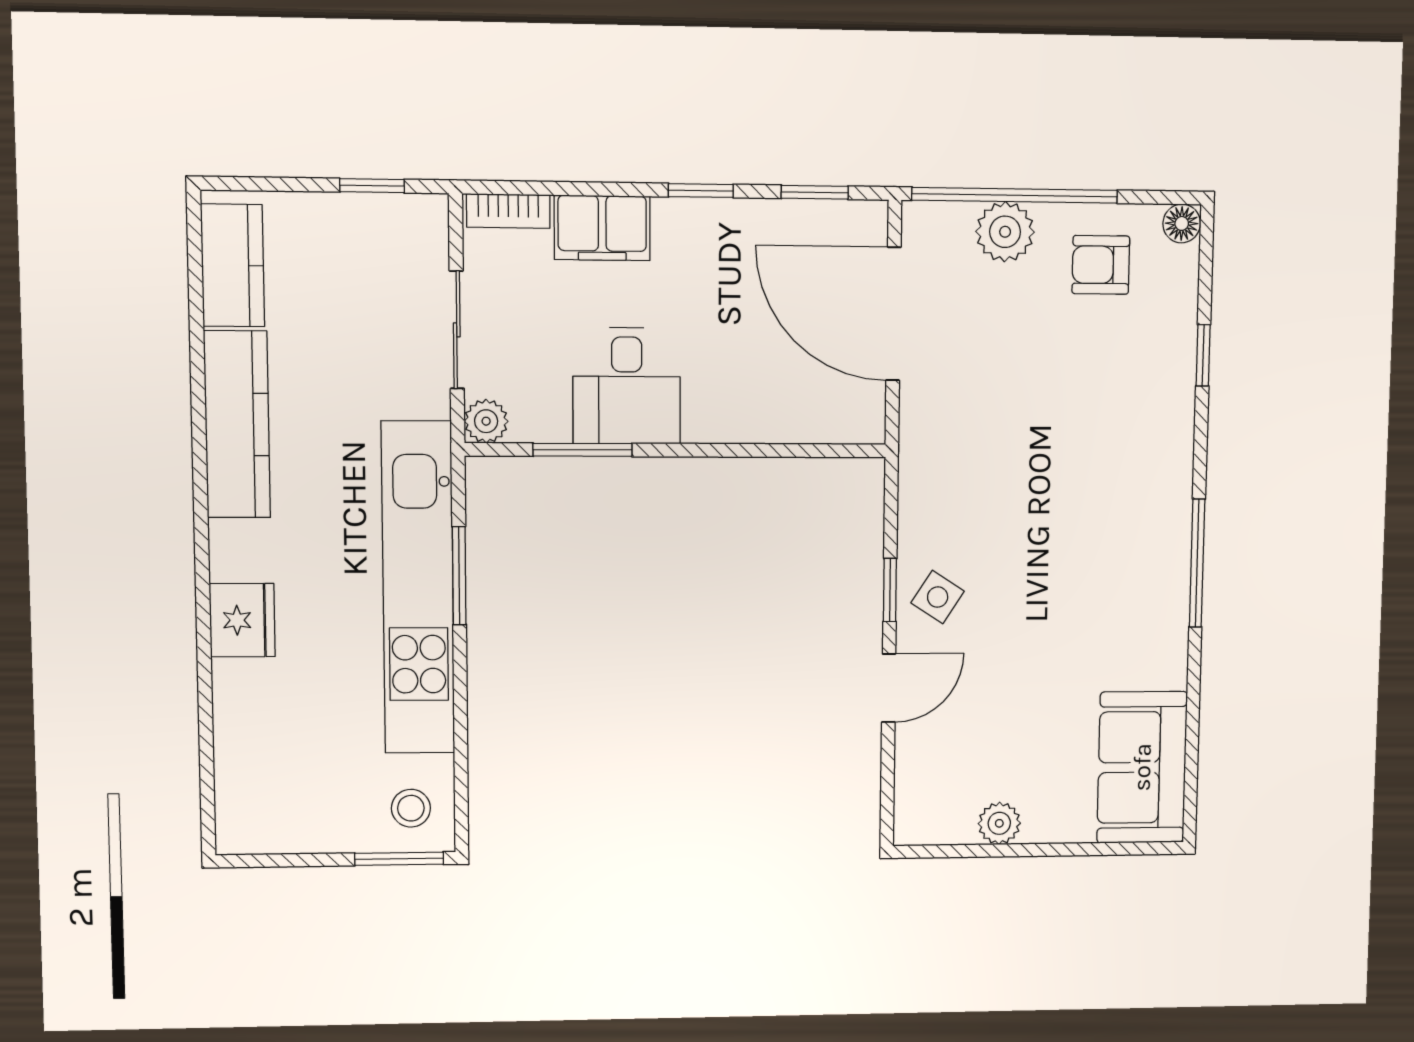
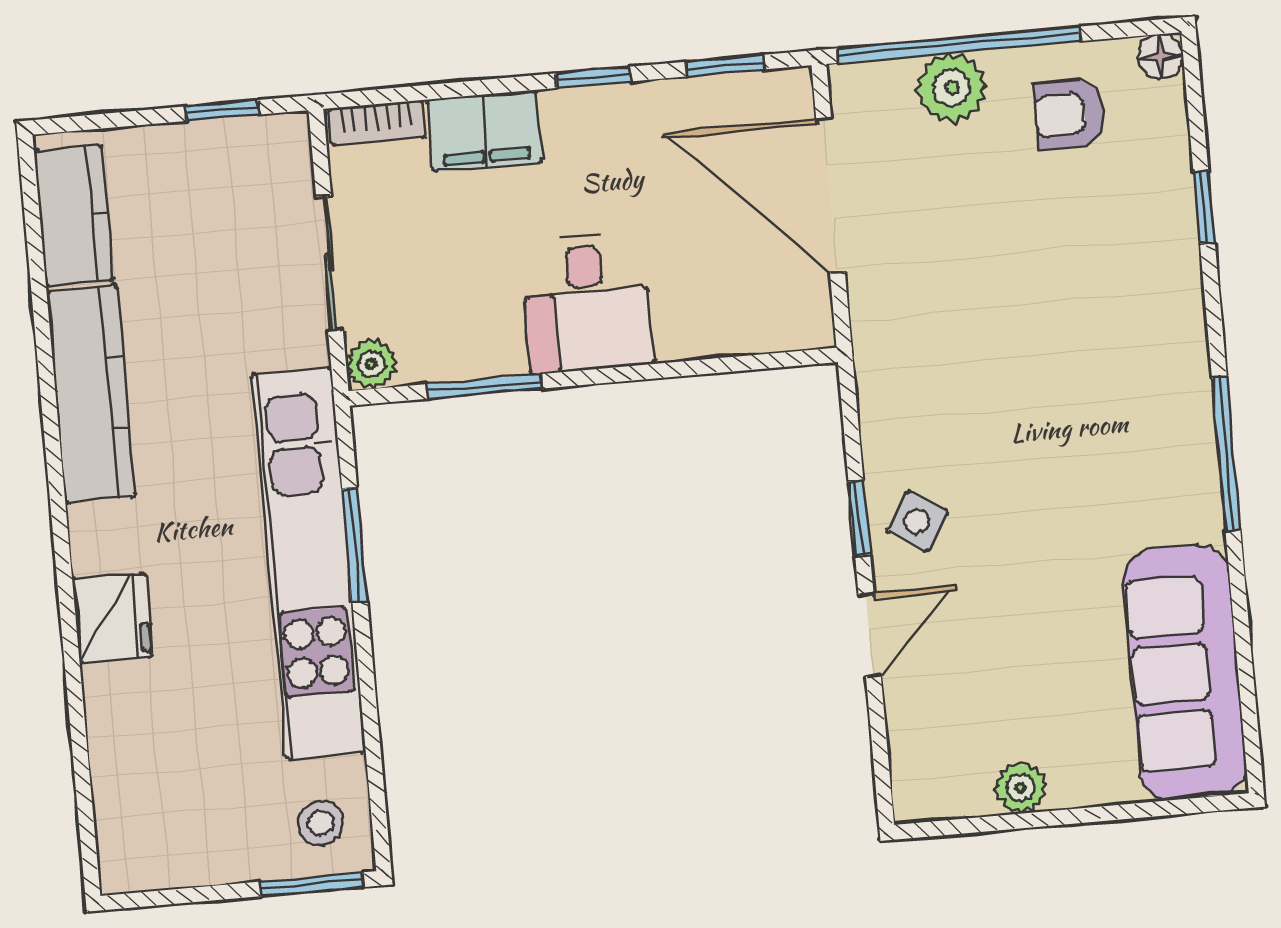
desk: (627, 386) -> (587, 303), moved
sofa: (1142, 767) -> (1185, 673), width x1.36

